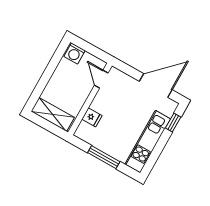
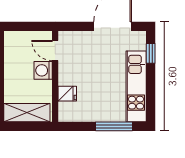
washing machine: (75, 53) -> (43, 70), moved, turned 90
window: (104, 157) -> (114, 126), moved

